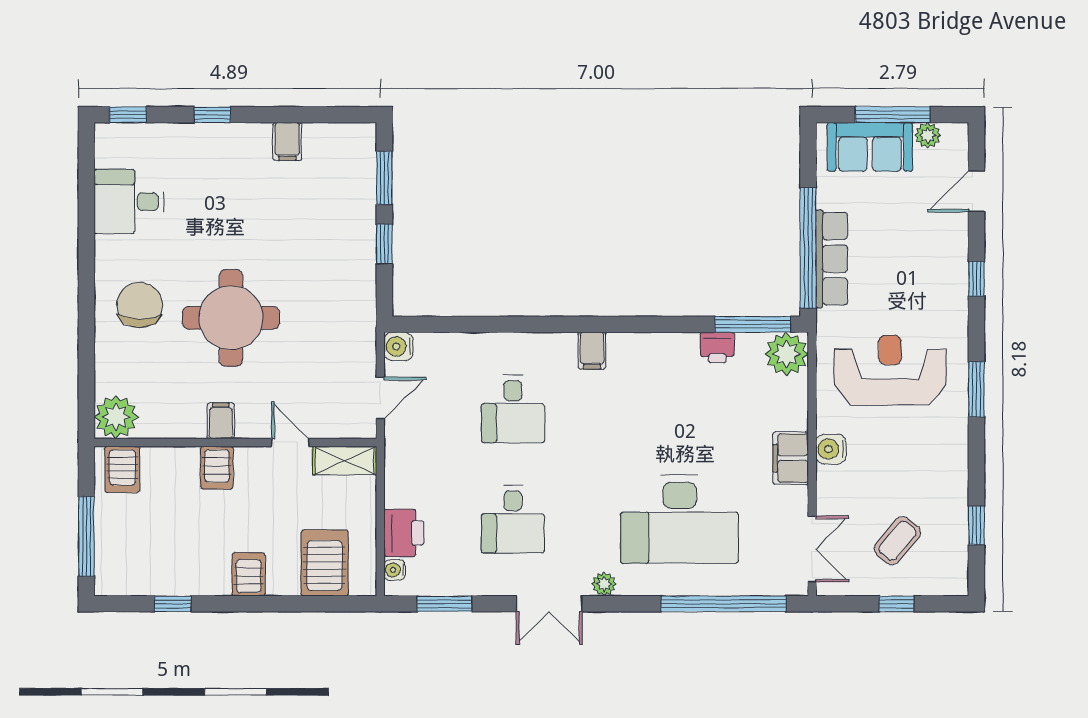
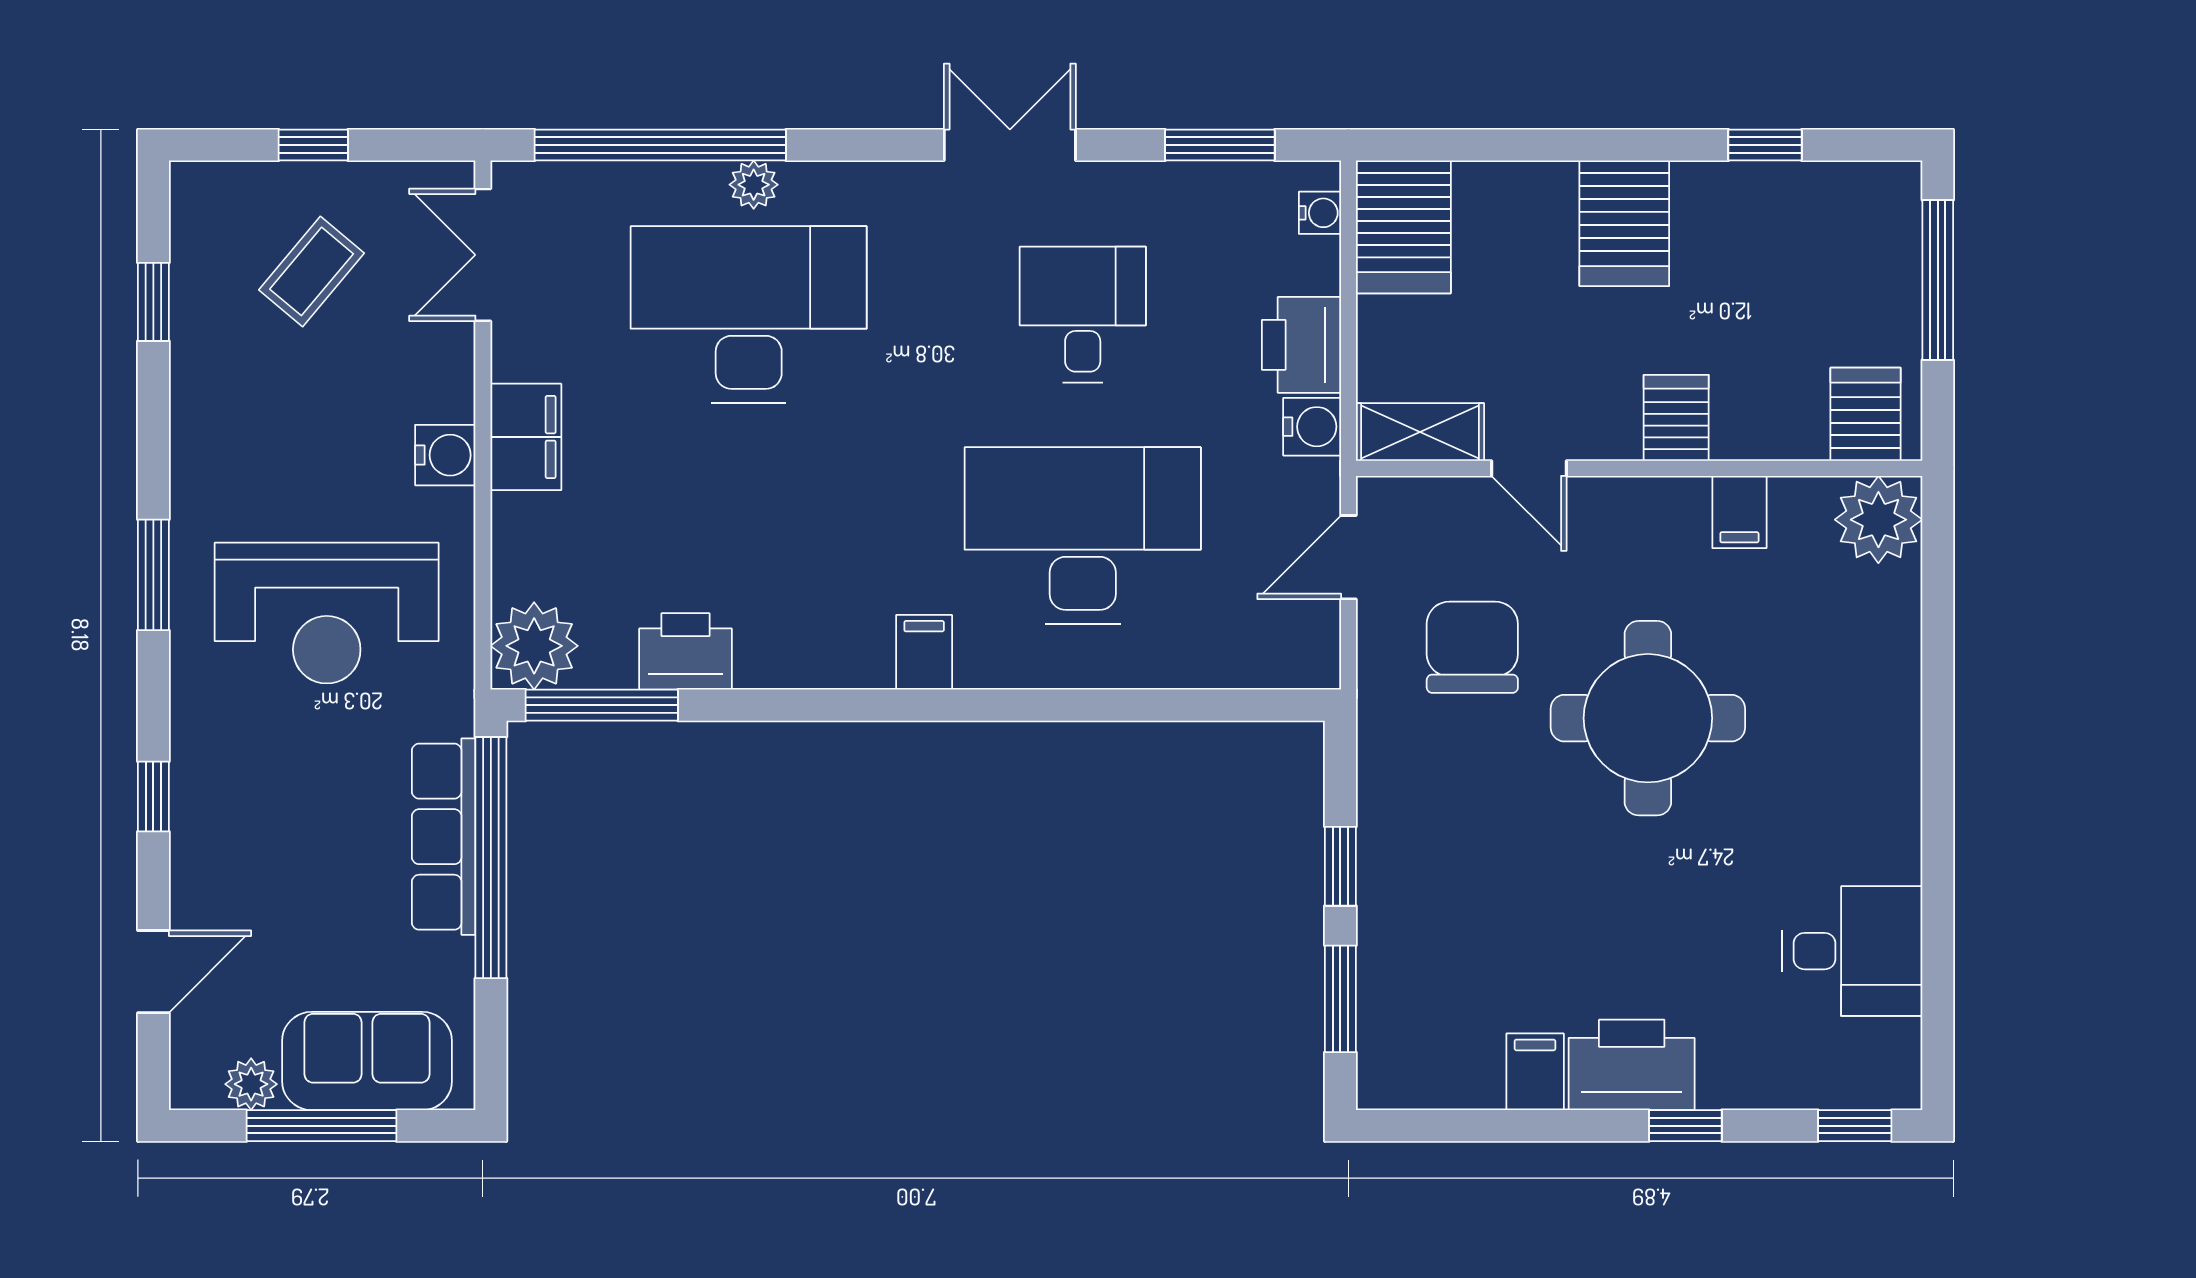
printer: (239, 145) -> (1632, 1065), added
chair: (140, 305) -> (1472, 647), moved, turned 180
water cooler: (398, 346) -> (1312, 427), moved
printer: (717, 347) -> (686, 651), width x1.36, depth x1.24
desk: (513, 409) -> (1083, 536), width x1.87, depth x1.30
filing cabinet: (221, 421) -> (1739, 512), moved
printer: (404, 533) -> (1301, 345), moved
server rack: (325, 563) -> (1403, 227), moved
server rack: (249, 574) -> (1624, 223), width x1.36, depth x1.44
plant: (604, 584) -> (754, 185), moved

